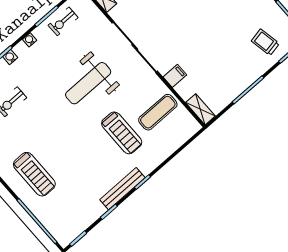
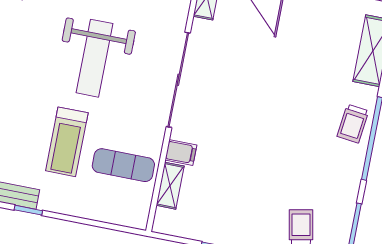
weight bench: (88, 83) -> (94, 58), turned -90
shelving: (200, 109) -> (170, 186), moved

